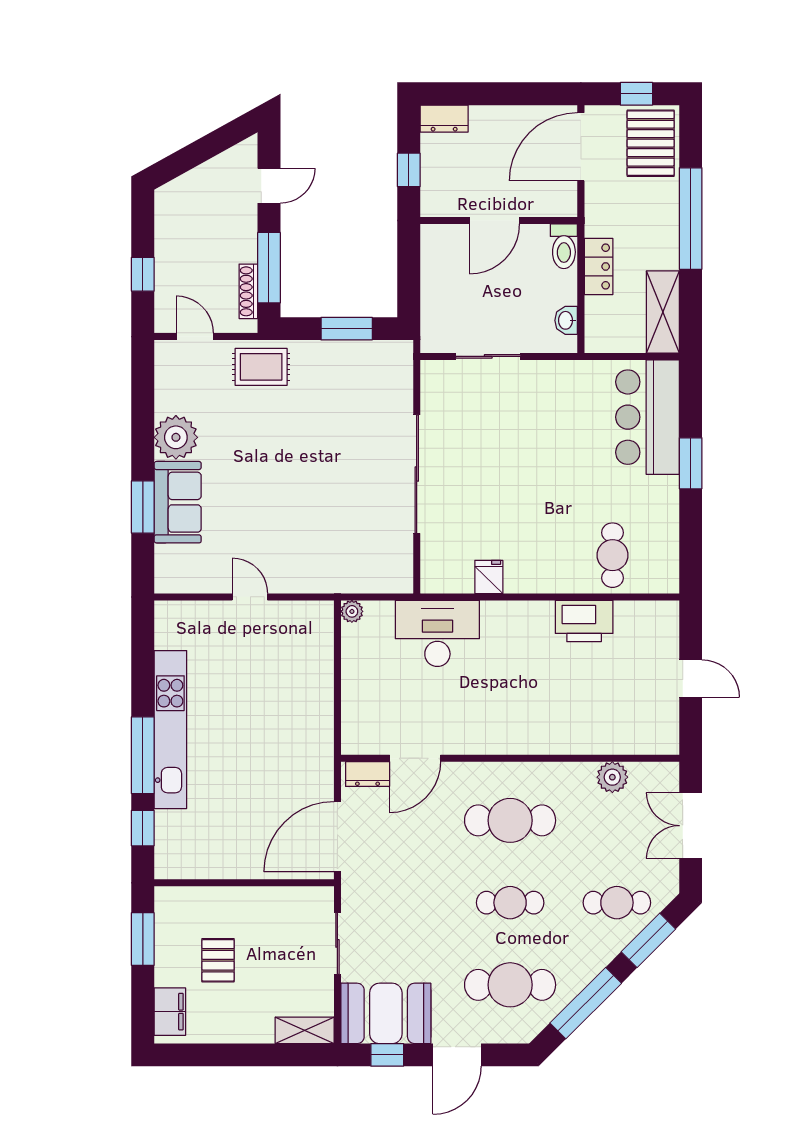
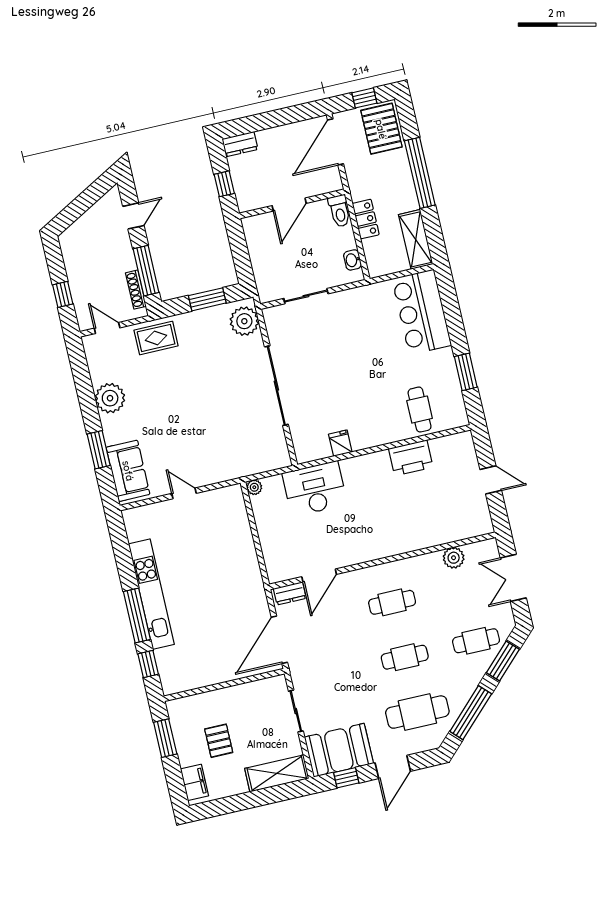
plant: (392, 372) -> (244, 321), added
window: (691, 463) -> (466, 372), moved
sofa: (178, 502) -> (128, 471), moved
cafe table: (510, 820) -> (392, 602), width x0.73, depth x0.74
shelving: (305, 1030) -> (277, 773), width x1.50, depth x1.33

